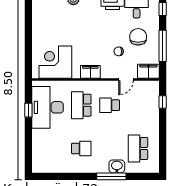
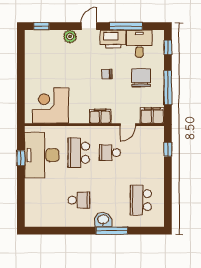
chair: (119, 51) -> (107, 74), moved
filing cabinet: (90, 72) -> (100, 116), moved
washbasin: (117, 166) -> (103, 220), moved

